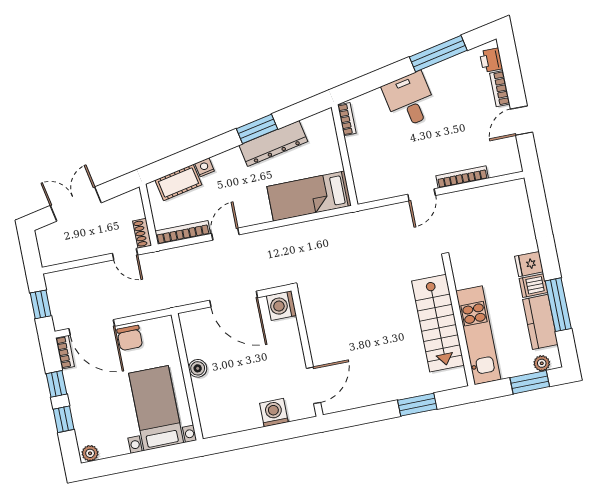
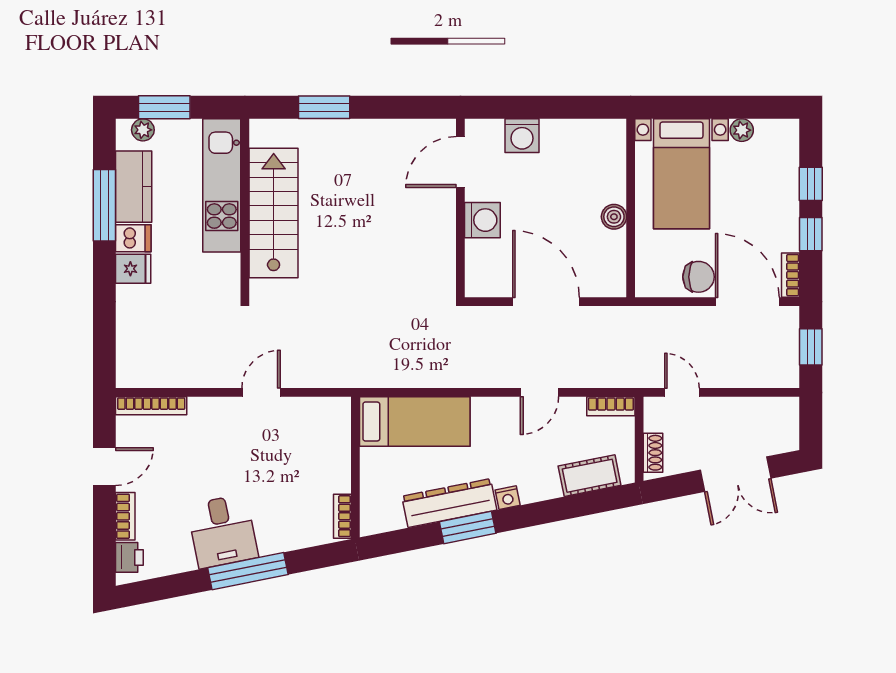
window: (438, 54) -> (248, 571), moved
desk: (410, 100) -> (222, 531), moved
nightstand: (205, 167) -> (508, 498), moved
bookcase: (462, 177) -> (151, 406), moved
bookcase: (183, 232) -> (611, 406), width x0.64
shoe rack: (142, 233) -> (653, 453), moved
washing machine: (281, 306) -> (482, 220), moved
chair: (130, 338) -> (698, 277), turned 90
plant: (90, 453) -> (742, 130), moved

